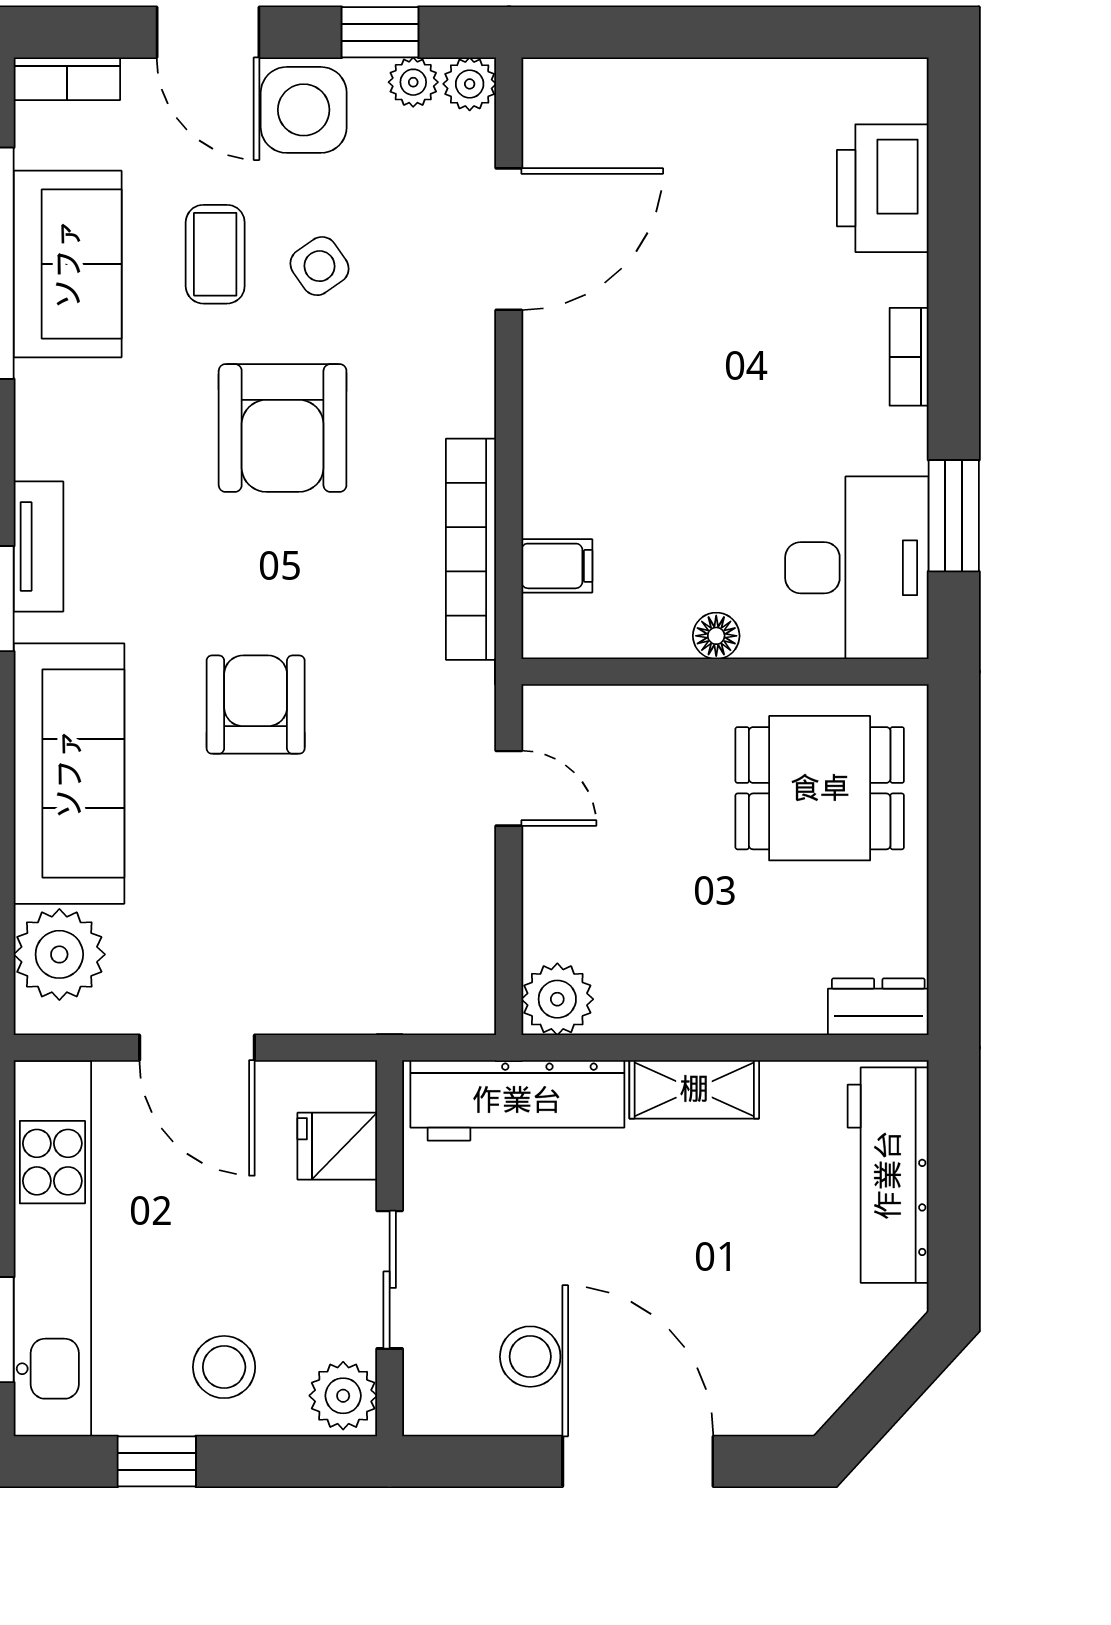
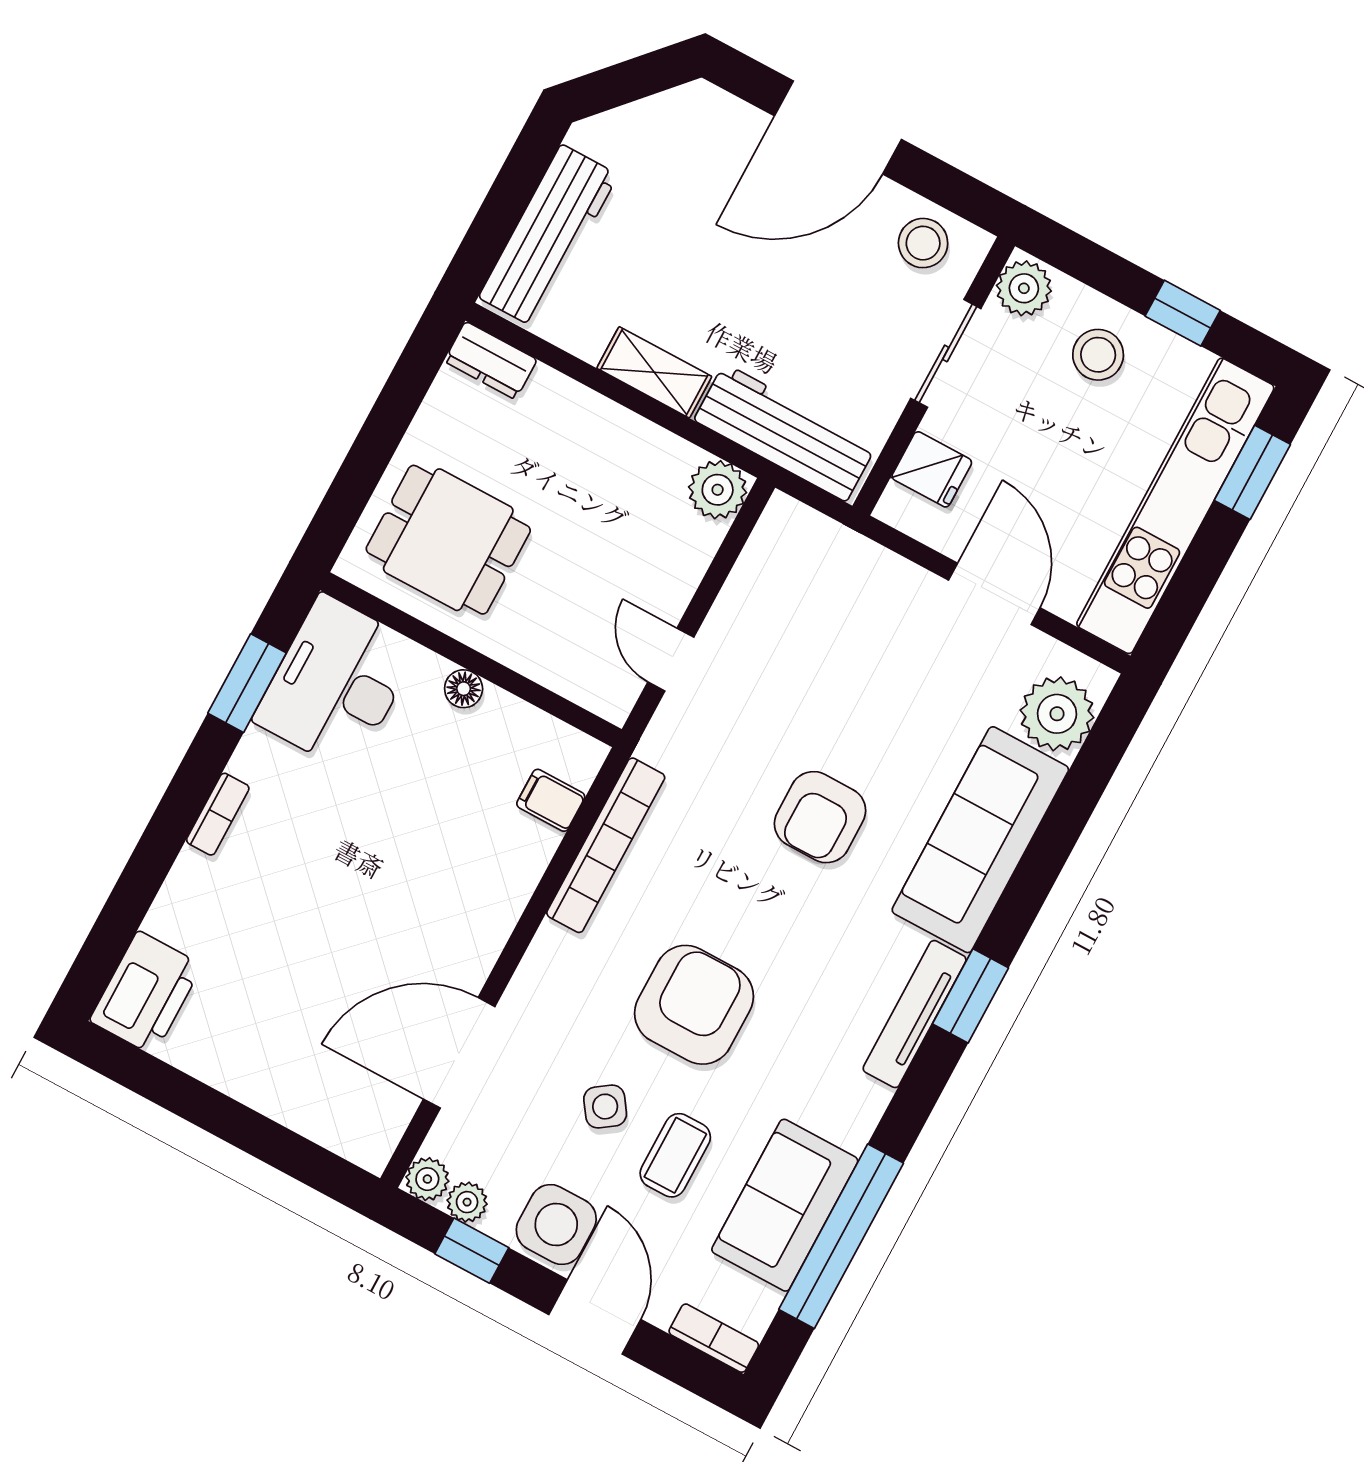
printer: (883, 188) -> (146, 993), moved
tv unit: (38, 547) -> (915, 1014), width x1.41
stool: (530, 1357) -> (923, 243), moved
door: (638, 1461) -> (838, 128), hinge flipped

